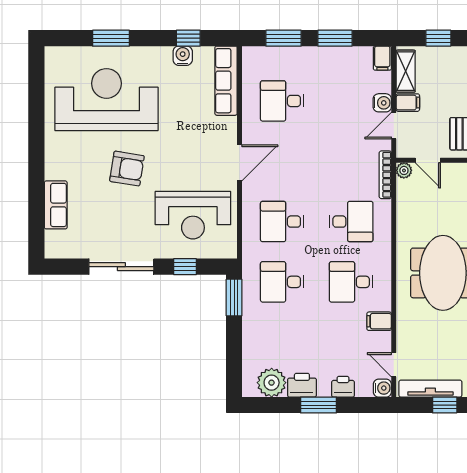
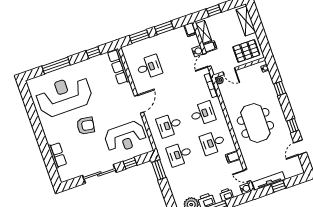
window: (111, 38) -> (56, 65), width x1.44
water cooler: (183, 56) -> (94, 62), removed
desk: (282, 101) -> (149, 67), turned 180

